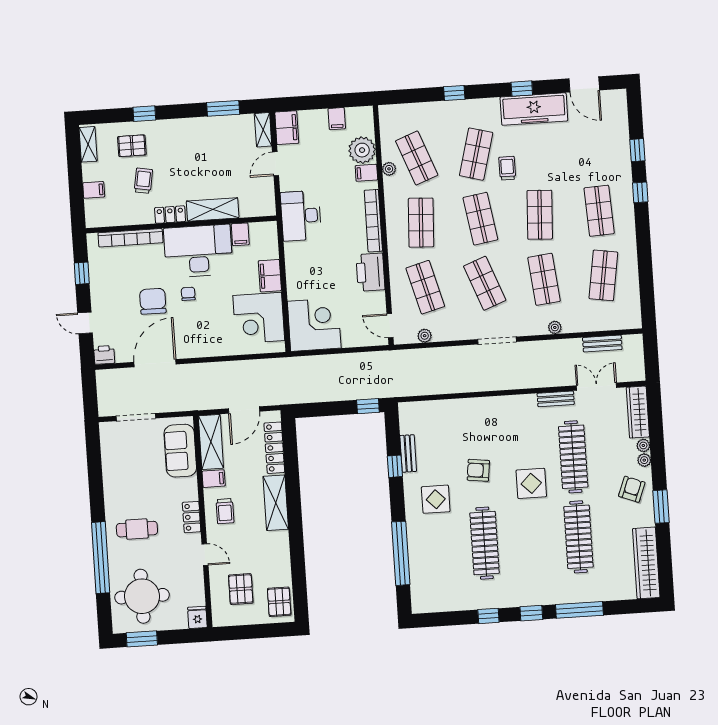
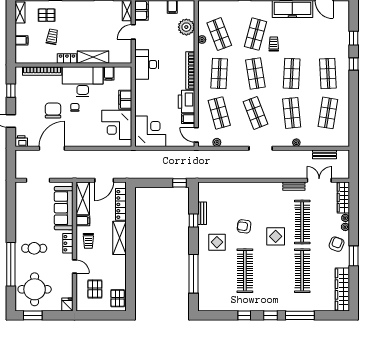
filing cabinet: (366, 173) -> (188, 119), moved
sofa: (180, 451) -> (64, 208), width x1.36

